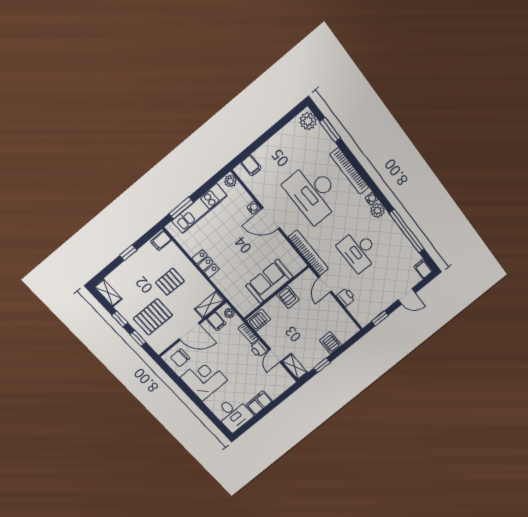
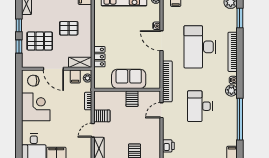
locker: (206, 264) -> (99, 57), moved
printer: (346, 297) -> (168, 146), moved
server rack: (259, 320) -> (102, 116), moved
printer: (259, 349) -> (86, 117), removed

